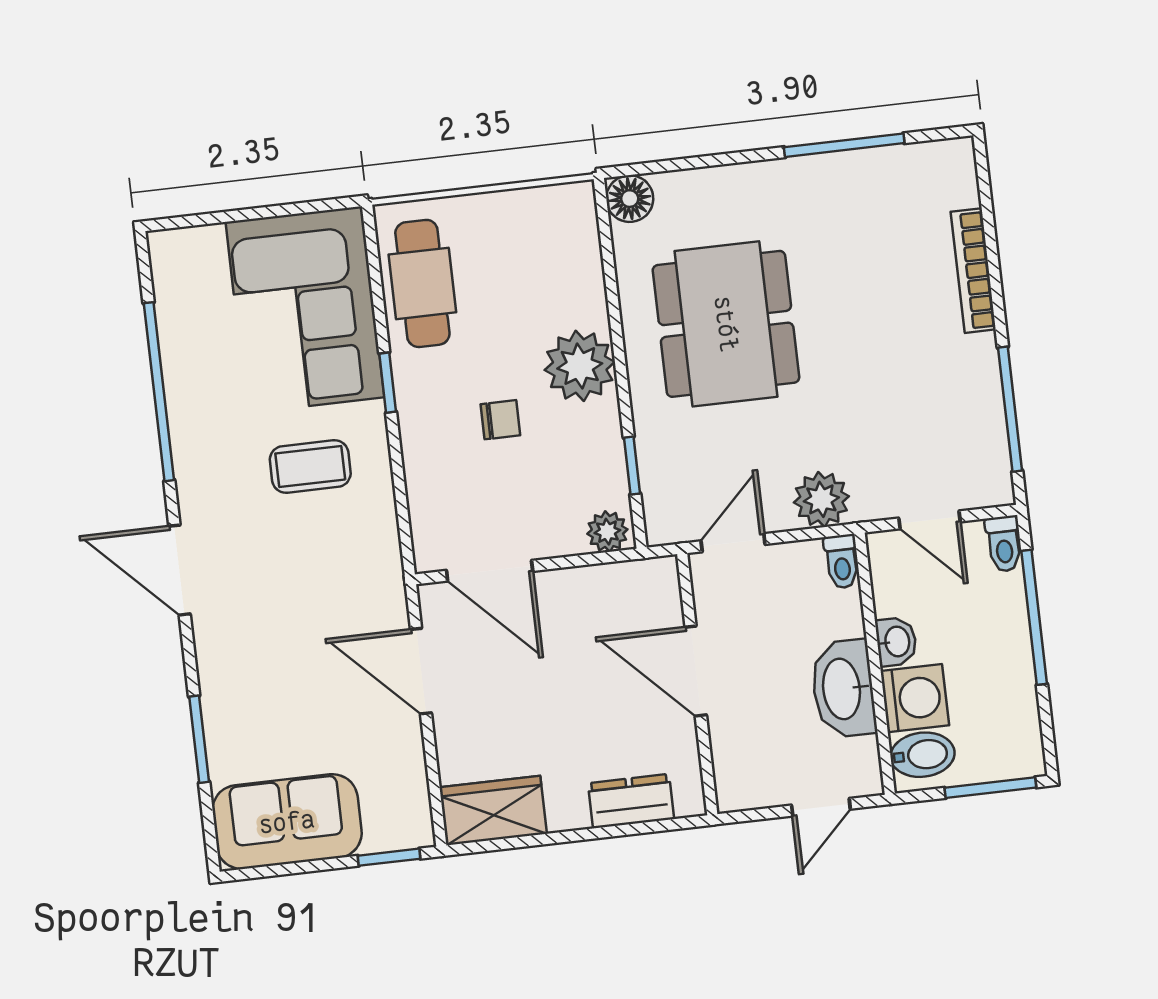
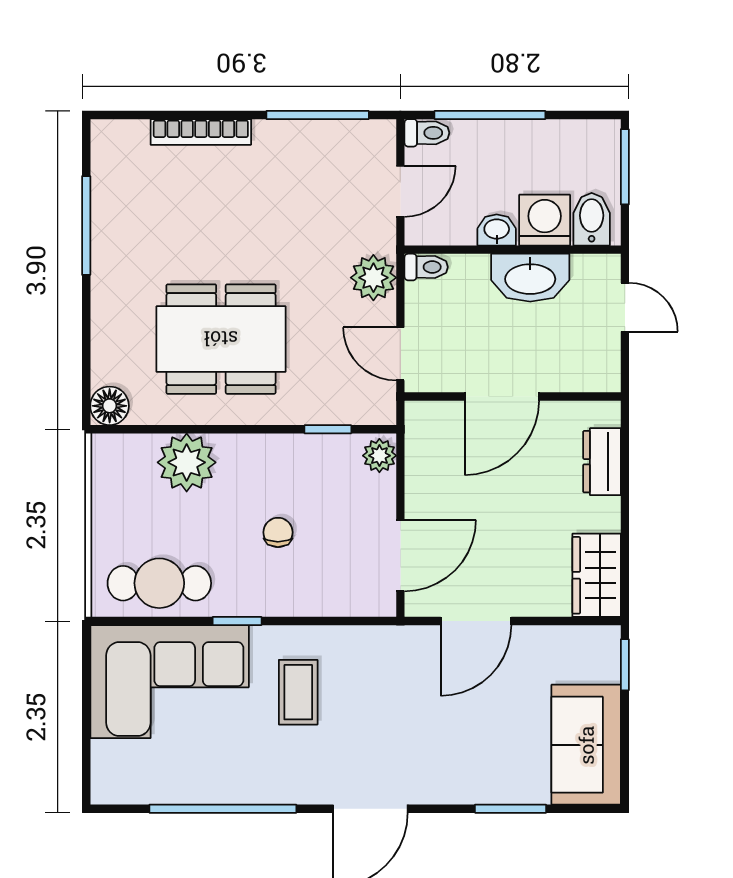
plant: (580, 366) -> (187, 462), moved

